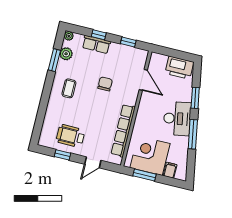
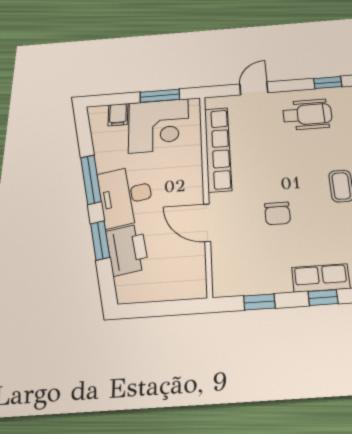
printer: (179, 68) -> (127, 250), moved, turned 80
door: (143, 80) -> (207, 223), moved
window: (62, 155) -> (328, 83), moved

